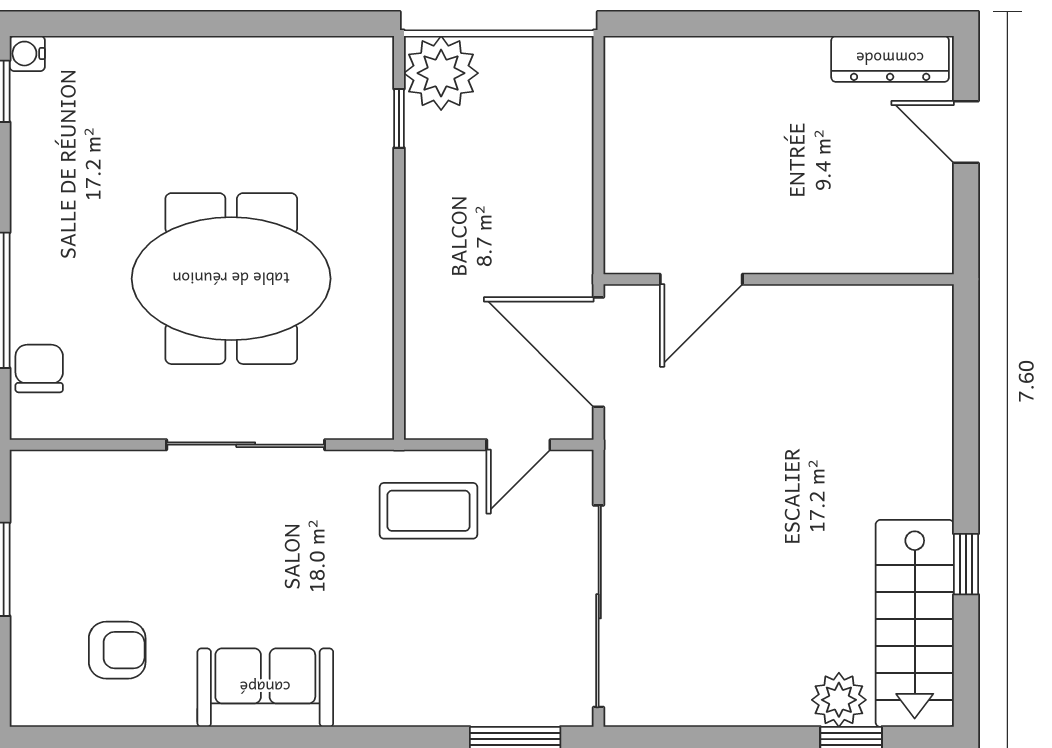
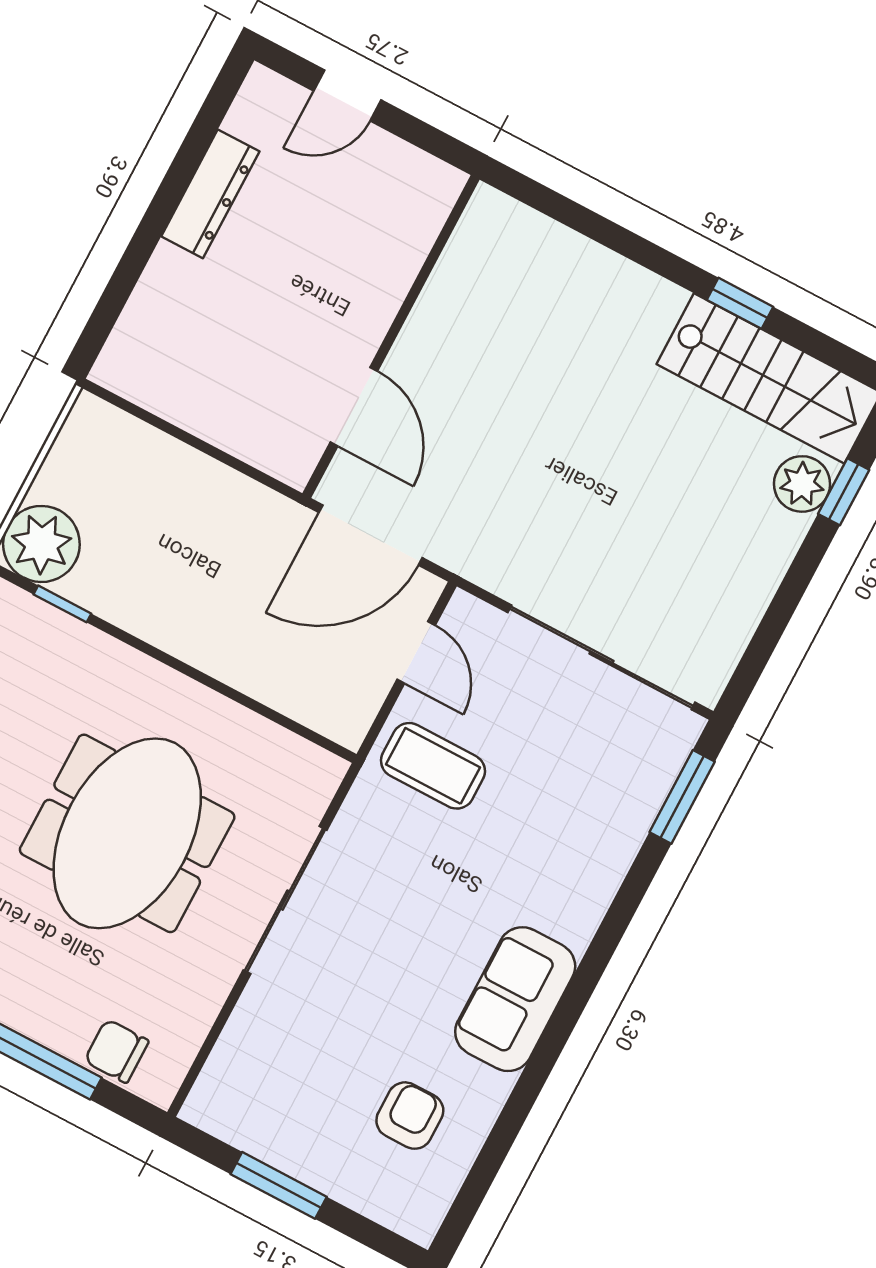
dresser: (890, 59) -> (210, 194), moved
coffee table: (428, 511) -> (433, 766), turned 90

